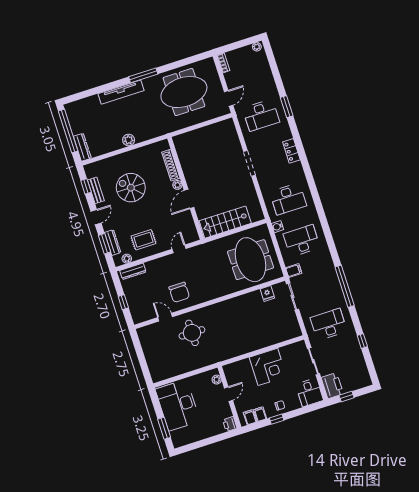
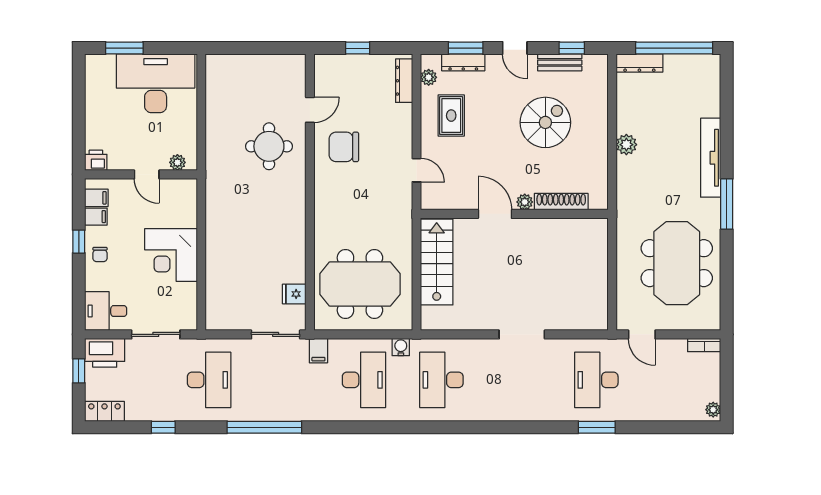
locker: (291, 151) -> (104, 411), moved

